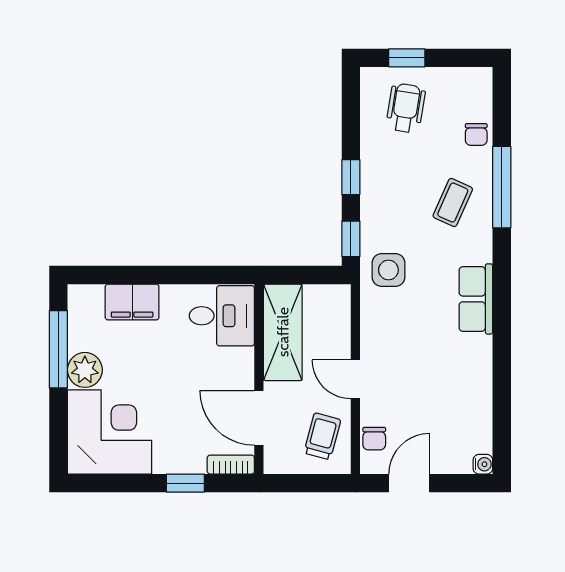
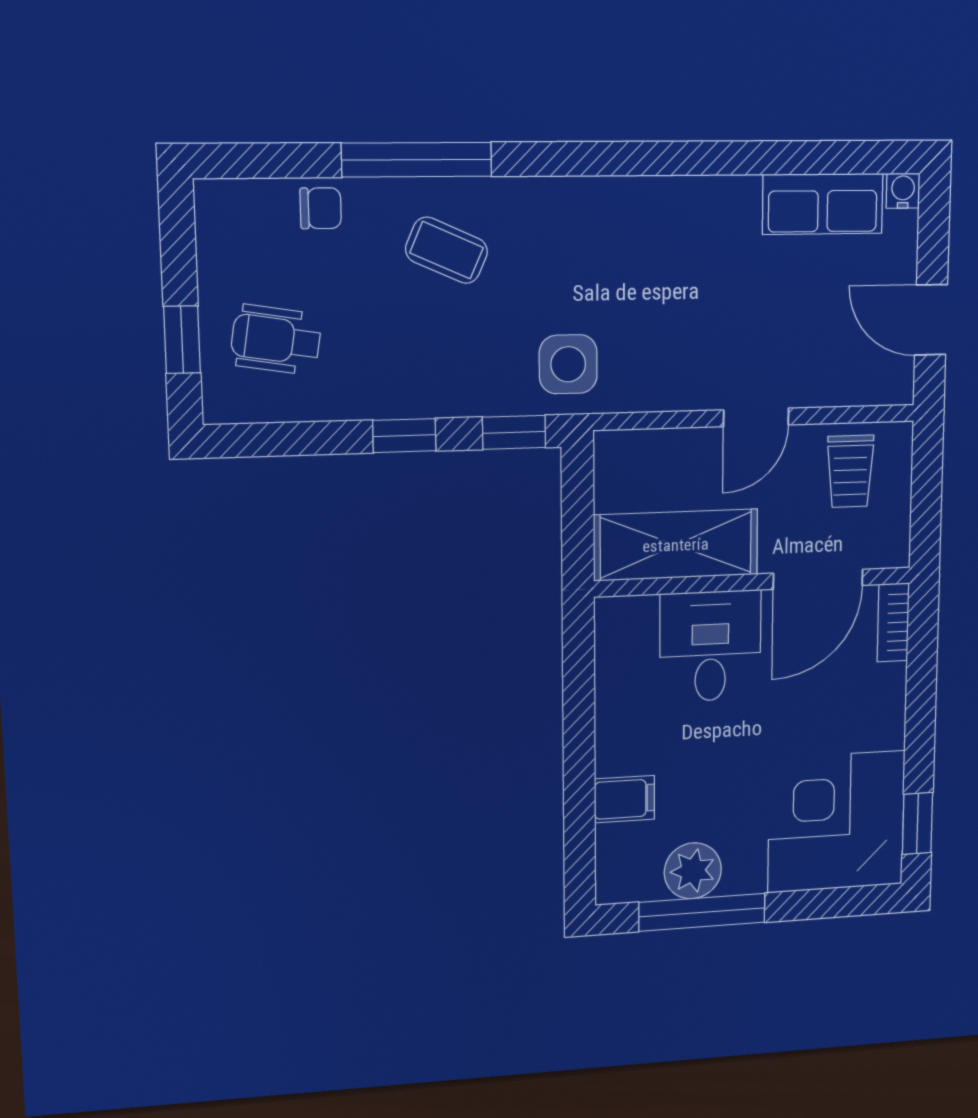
row of seats: (476, 299) -> (823, 204), moved
filing cabinet: (132, 302) -> (625, 799), width x0.50
desk: (222, 316) -> (710, 646), moved
plant: (85, 370) -> (693, 871), moved
trolley: (322, 436) -> (850, 471), turned -105
chair: (374, 439) -> (856, 382), removed
window: (185, 483) -> (917, 823), moved

